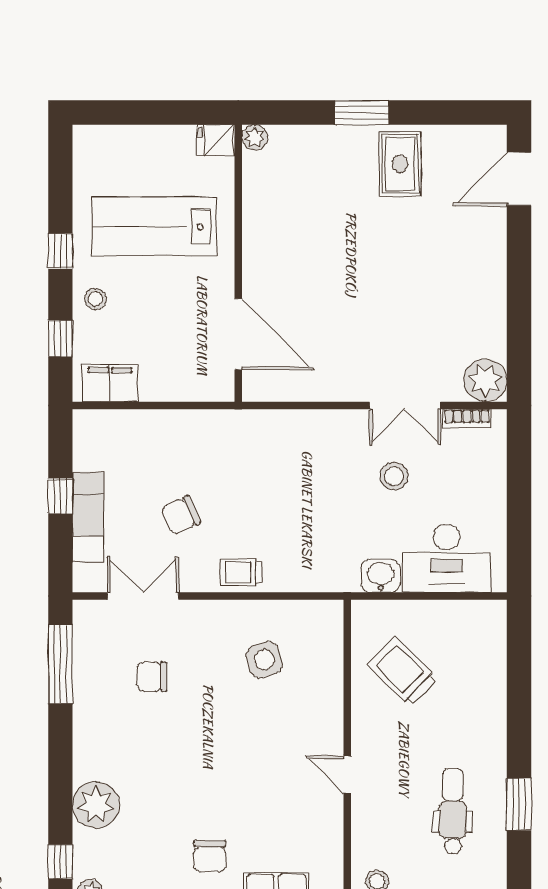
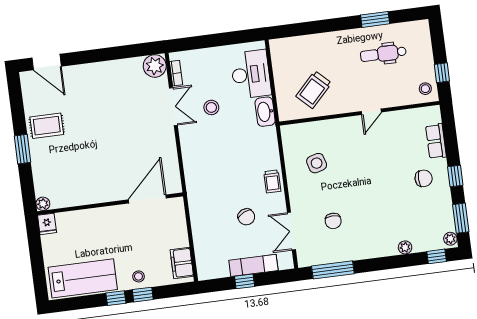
lab bench: (154, 227) -> (83, 278), moved, turned -90
window: (60, 339) -> (143, 295), moved
washbasin: (381, 576) -> (265, 112), width x1.38
plant: (96, 805) -> (405, 247), width x0.53, depth x0.53

